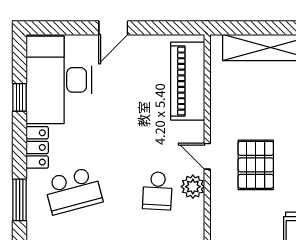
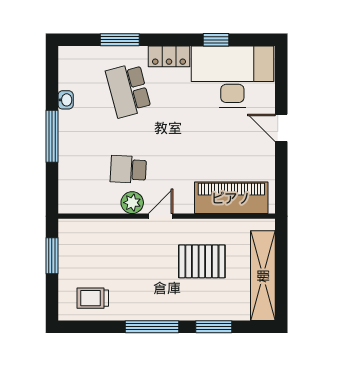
pallet: (256, 165) -> (202, 261), moved

